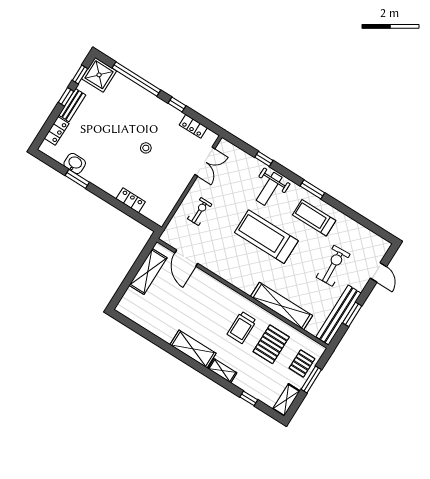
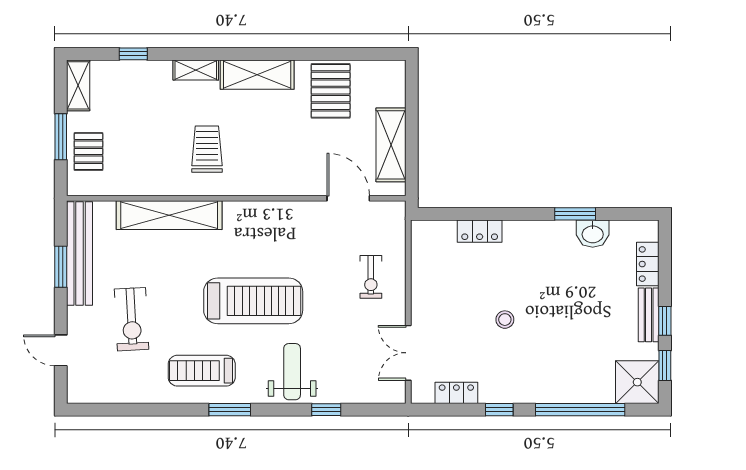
treadmill: (314, 218) -> (202, 371), turned 180
pallet: (271, 344) -> (331, 91), moved

